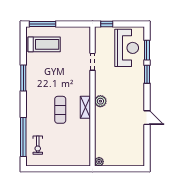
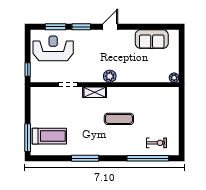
treadmill: (44, 44) -> (49, 136), turned 90
shelving: (85, 107) -> (95, 92), moved
door: (147, 118) -> (110, 27), moved
sofa: (135, 141) -> (152, 39), added

